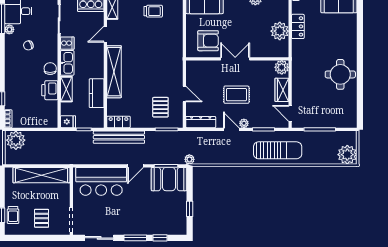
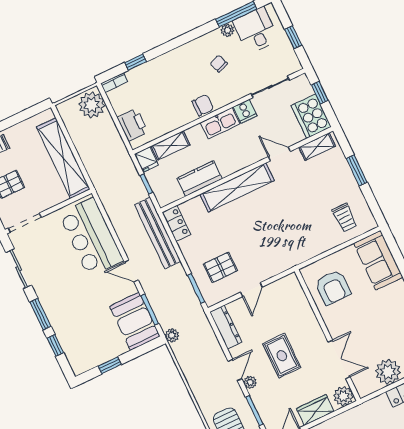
trolley: (153, 11) -> (345, 218), moved
double door: (235, 59) -> (339, 359), moved
shelving: (66, 89) -> (170, 146), moved
printer: (50, 90) -> (133, 125), moved, turned 90

